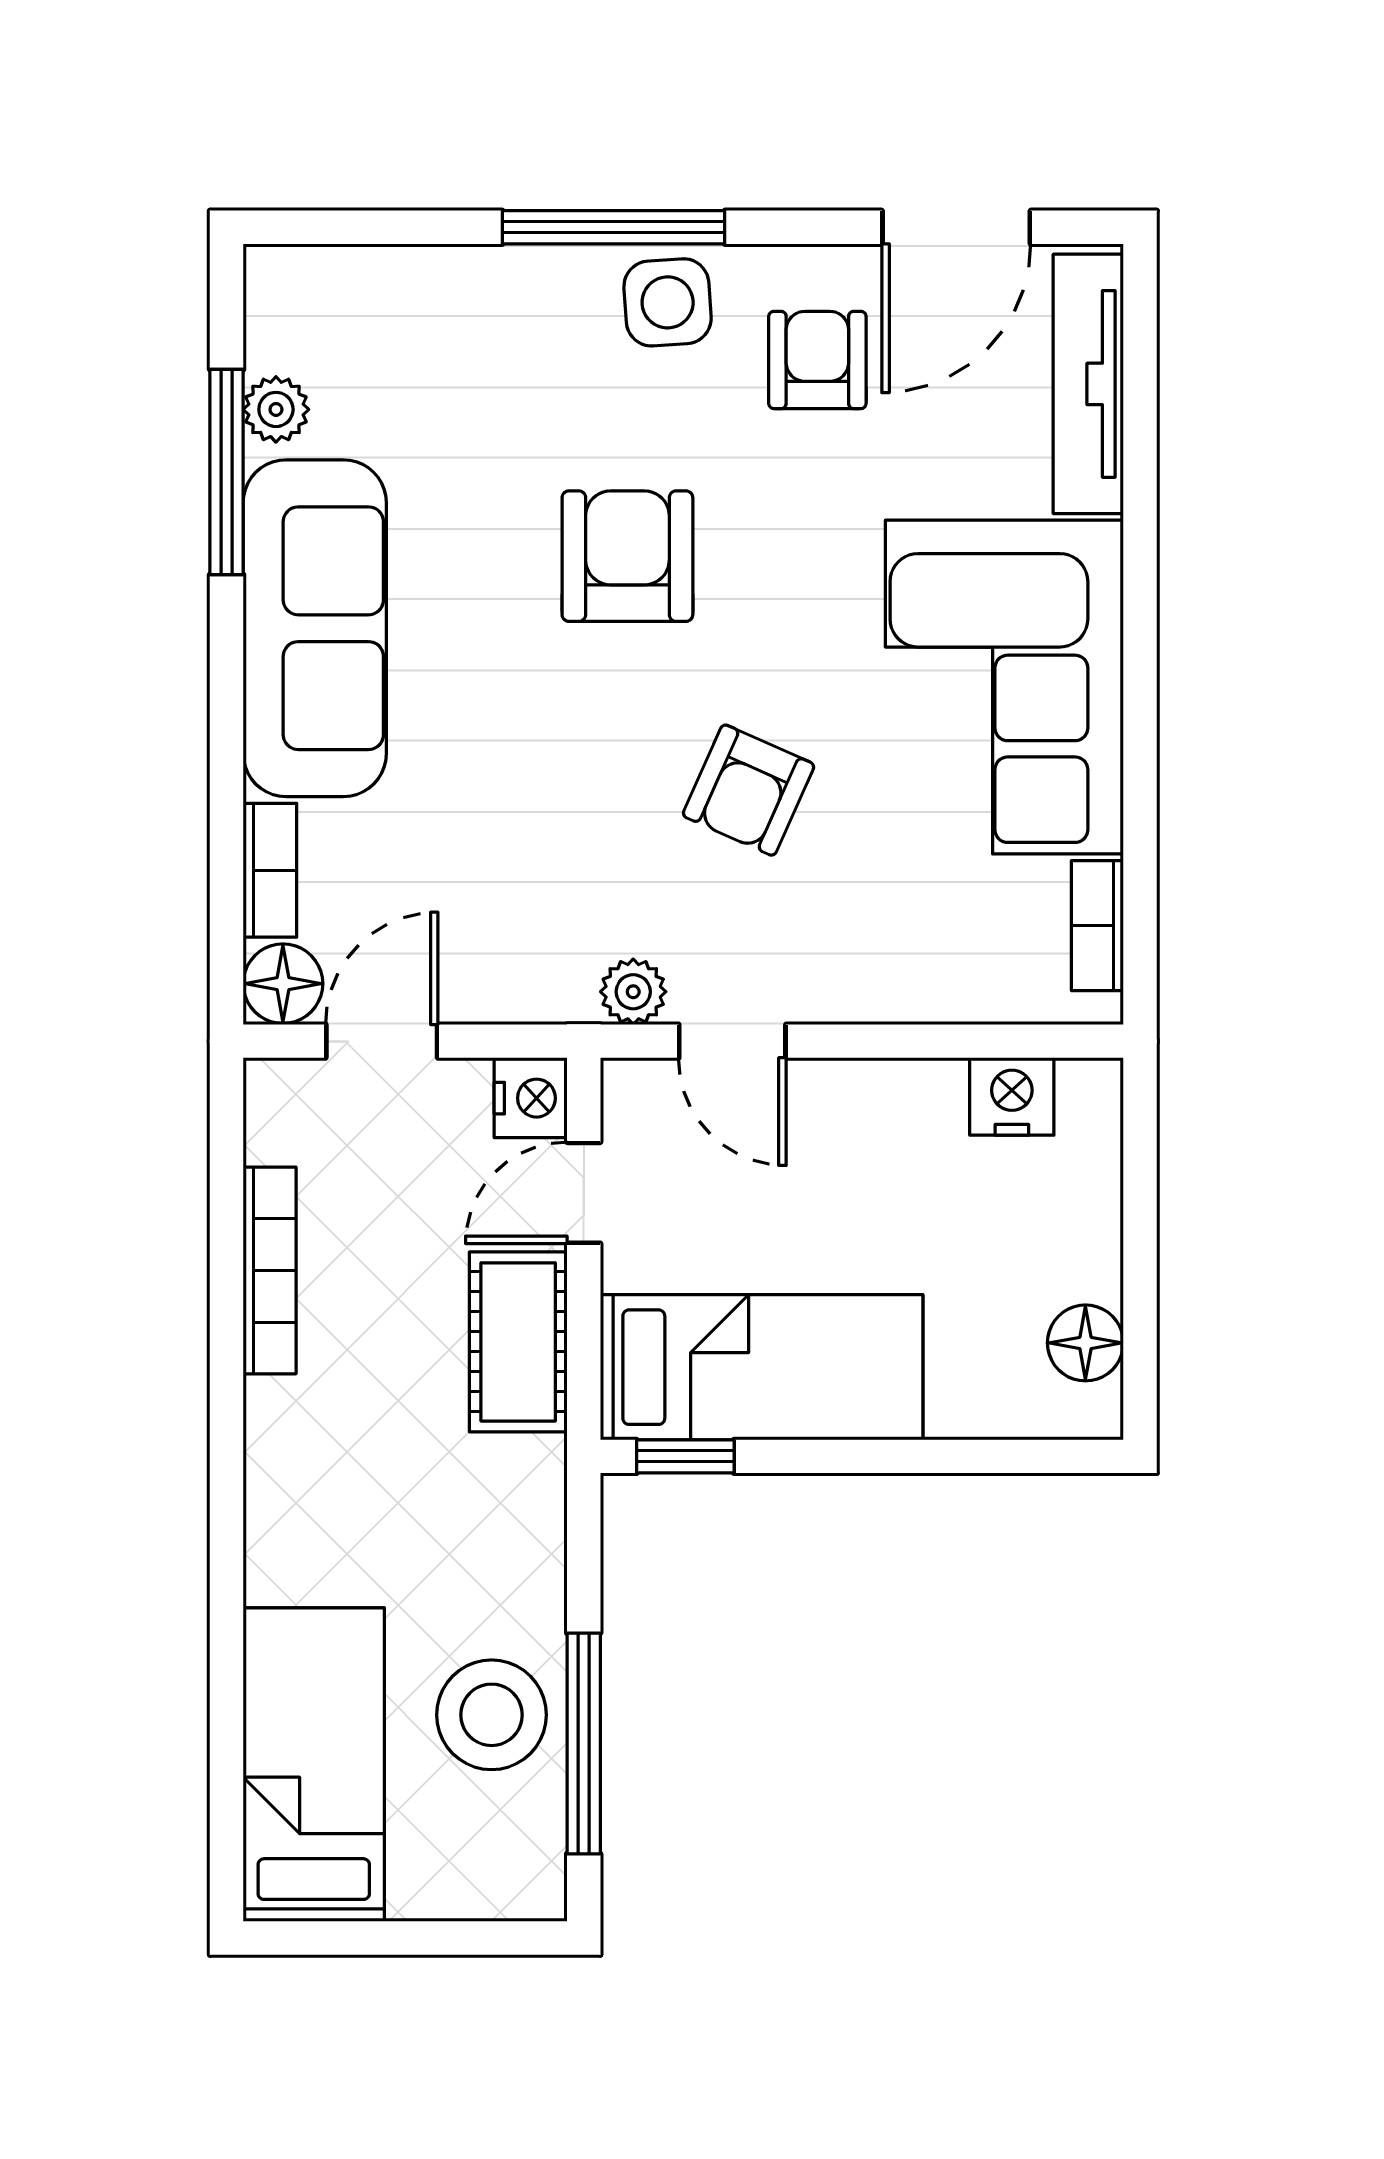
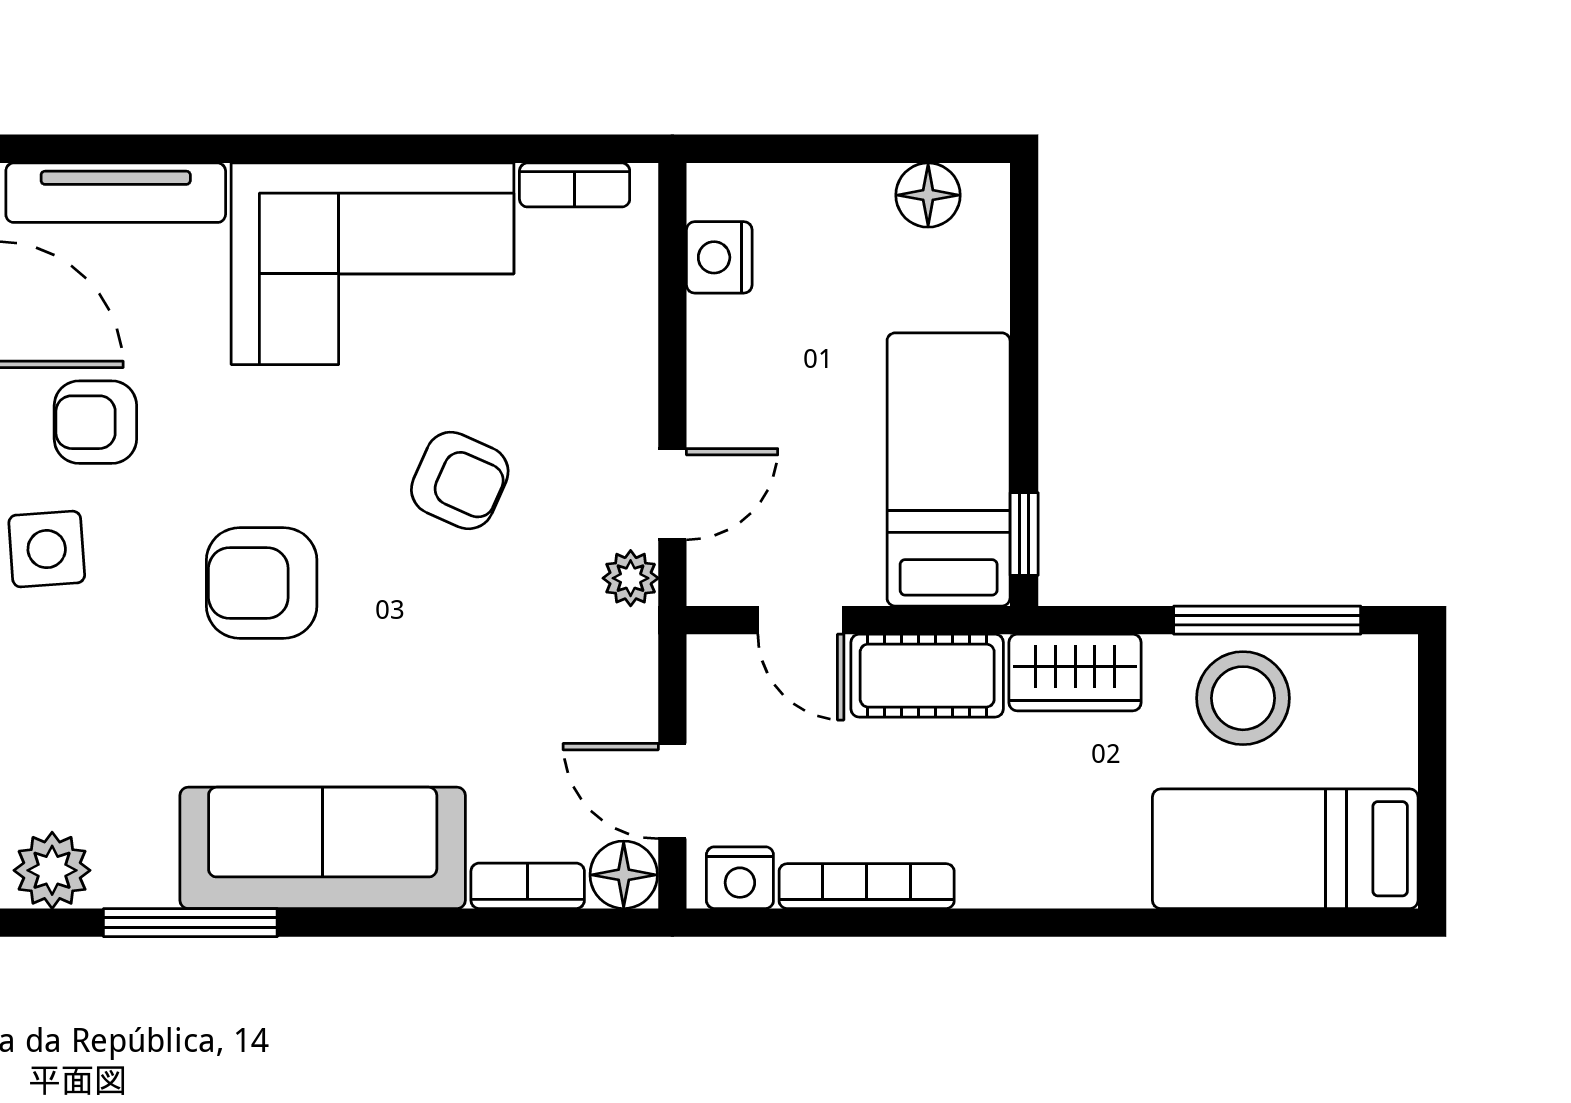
plant: (276, 409) -> (52, 870), moved, width x1.38, depth x1.38
nightstand: (531, 1098) -> (740, 878), moved, turned 180
wardrobe: (522, 1517) -> (1075, 672), added

